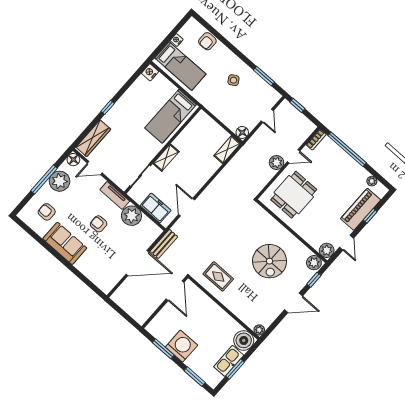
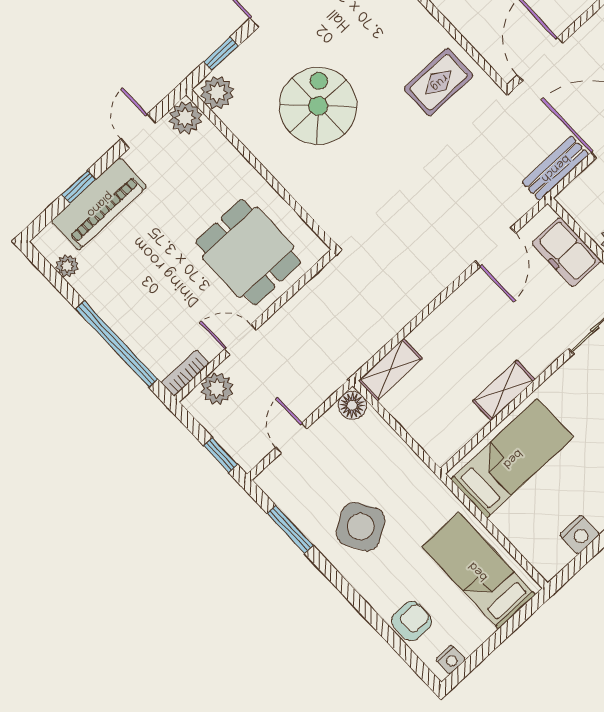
nightstand: (177, 40) -> (450, 660), moved
nightstand: (150, 72) -> (579, 534), moved
side table: (233, 80) -> (361, 527), width x1.87, depth x1.87
shelving: (166, 158) -> (504, 390), moved
plant: (277, 163) -> (217, 389), moved
dining table: (294, 195) -> (248, 252), turned 90
rug: (218, 276) -> (439, 82), turned 90

